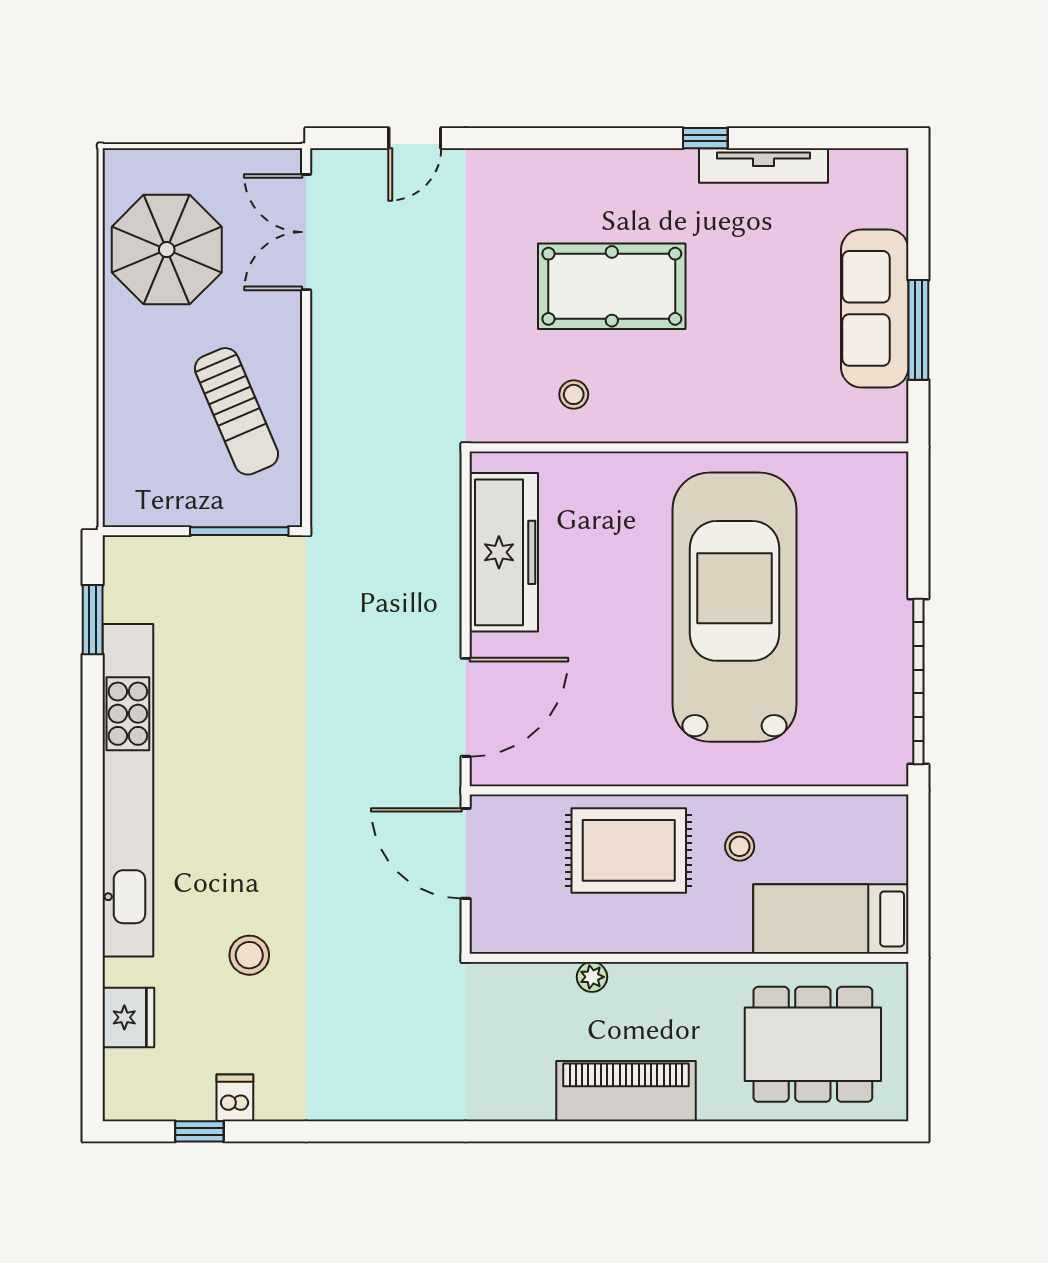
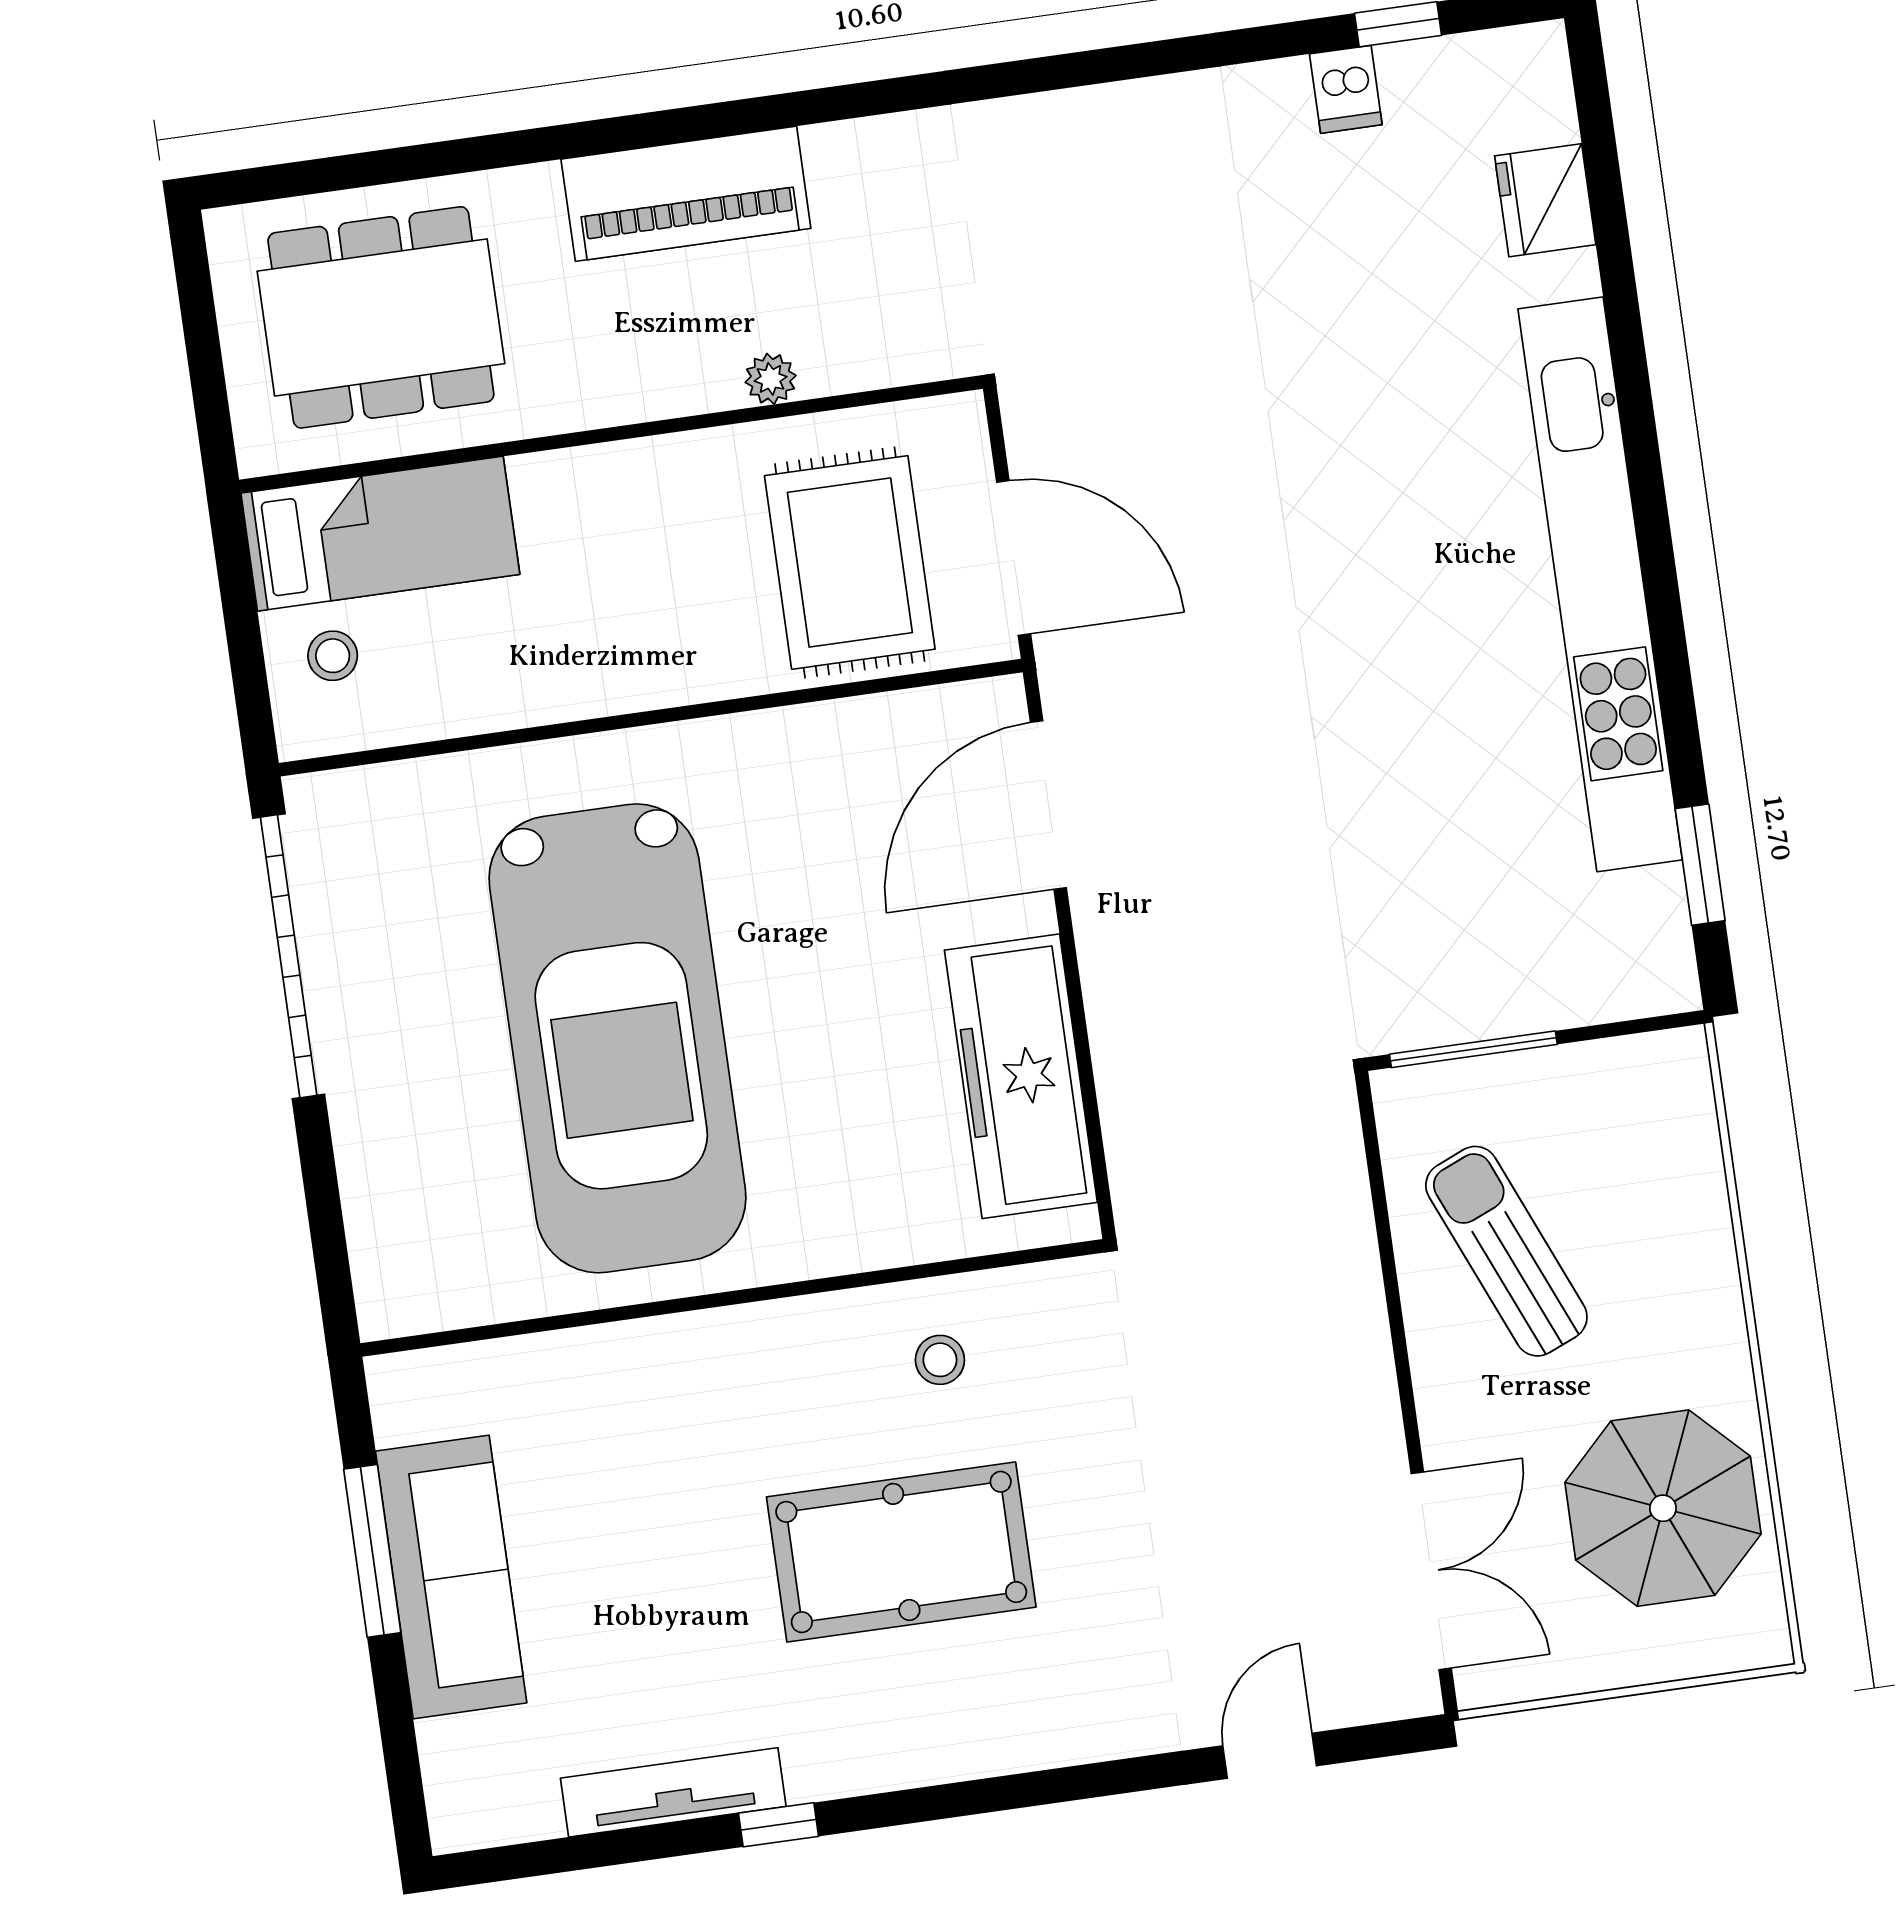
stool: (740, 846) -> (333, 656), moved
rug: (629, 850) -> (850, 562), moved, turned 90
stool: (249, 955) -> (1356, 334), removed

